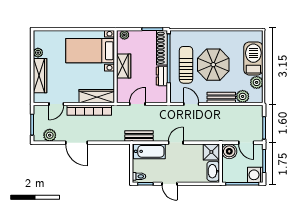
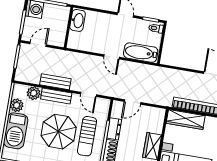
door: (137, 104) -> (133, 102), moved
bench: (139, 136) -> (55, 82), moved
door: (176, 143) -> (112, 57), hinge flipped
door: (246, 143) -> (38, 44), hinge flipped
boiler: (229, 151) -> (57, 38), removed
shower: (211, 152) -> (76, 41), removed

